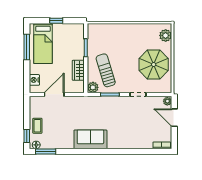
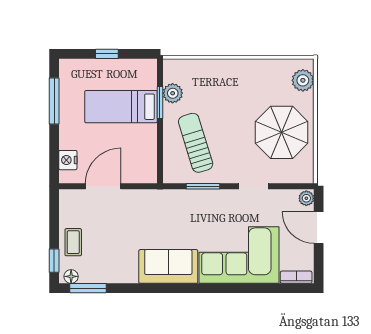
bed: (43, 44) -> (121, 107), moved, turned 90
wardrobe: (78, 70) -> (146, 143), removed
plant: (93, 87) -> (173, 93), moved
corner sofa: (130, 133) -> (239, 255), added

